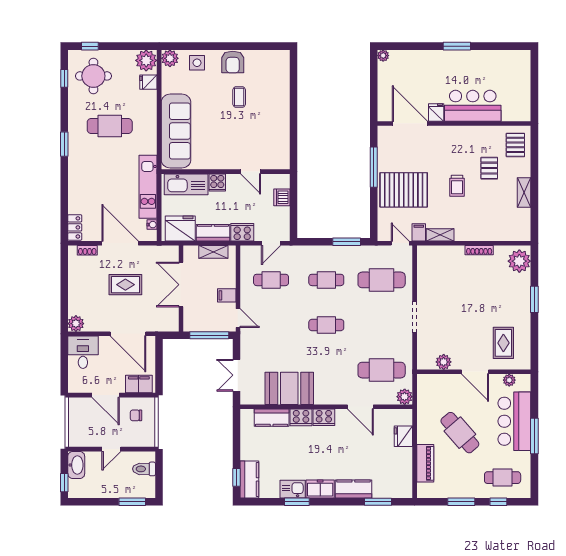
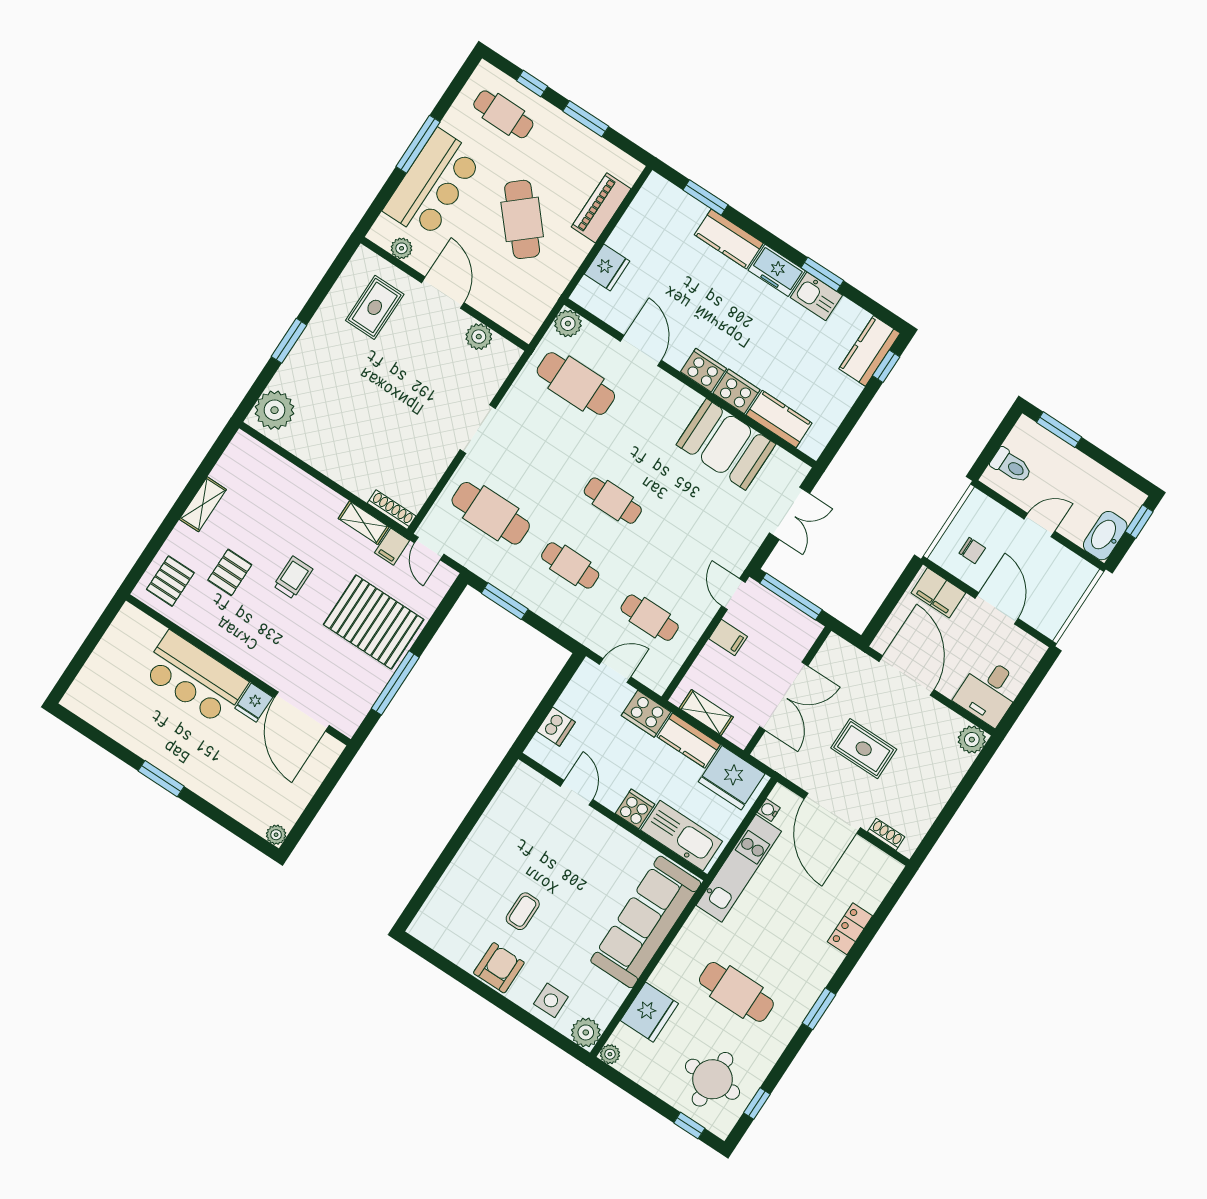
plant: (146, 60) -> (610, 1054), width x0.53, depth x0.53
fridge: (148, 82) -> (649, 1012), width x1.88, depth x1.34
locker: (75, 227) -> (850, 929), moved
shoe rack: (479, 250) -> (392, 510), moved

